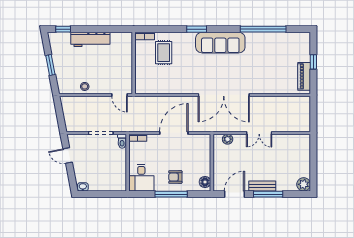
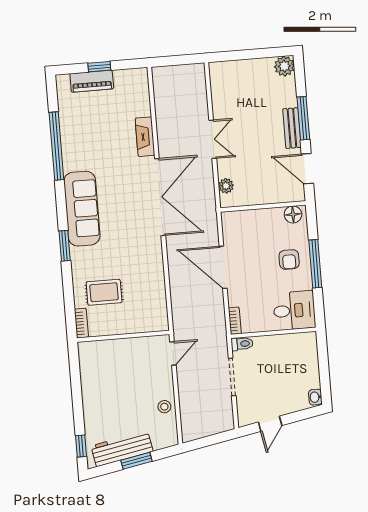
workbench: (90, 39) -> (122, 449), moved, turned -101
piano: (304, 76) -> (92, 81), moved
fireplace: (265, 88) -> (145, 137), added

